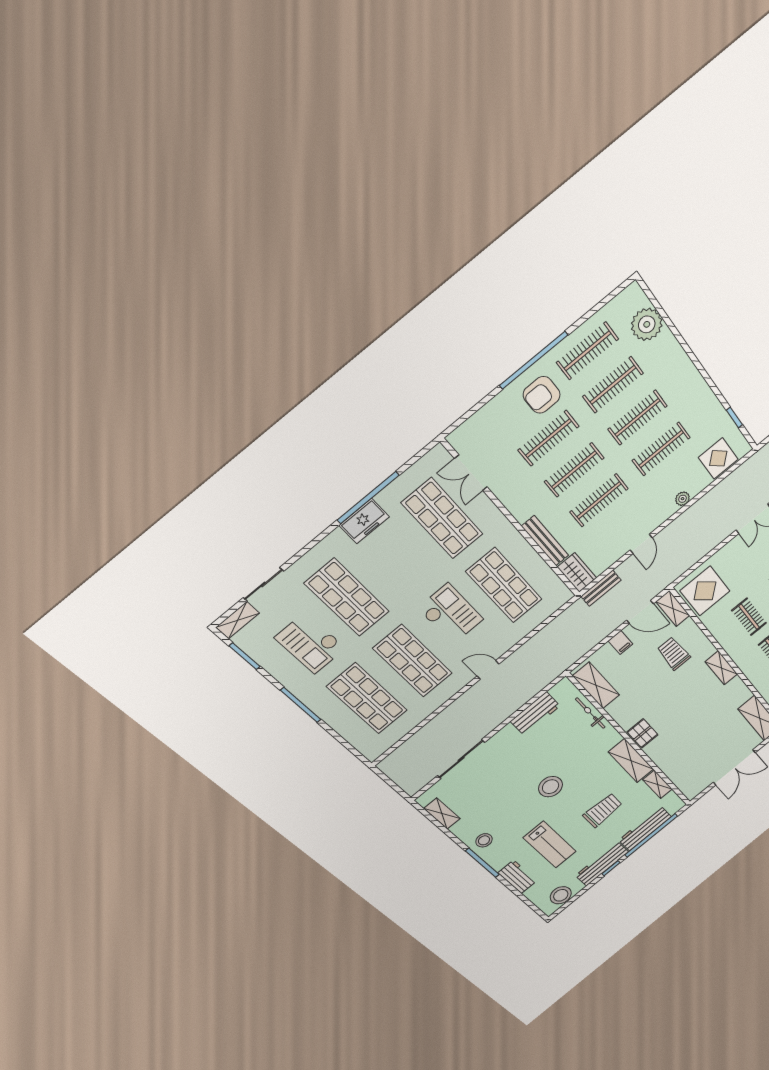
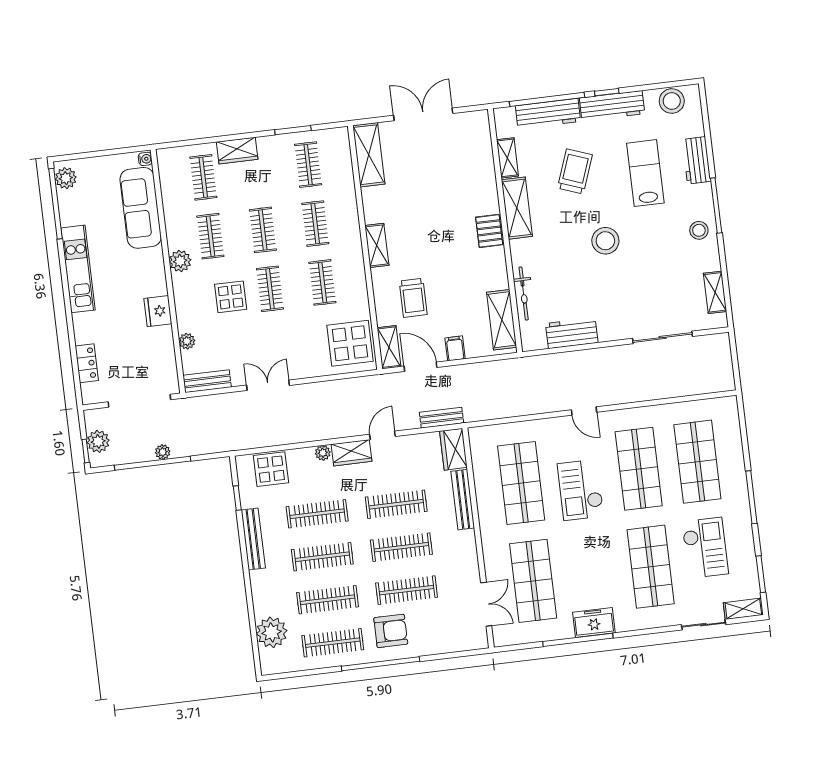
bench: (704, 393) -> (253, 539), added
wardrobe: (659, 514) -> (351, 453), added
trolley: (603, 810) -> (575, 171), turned 110

